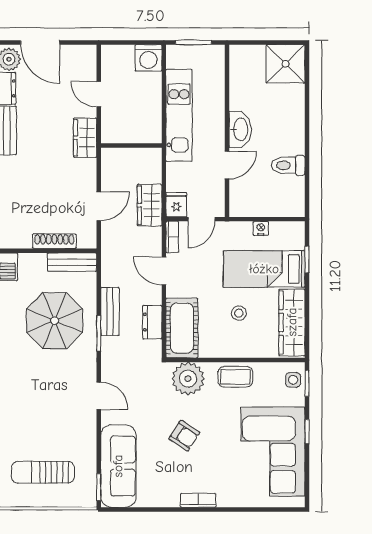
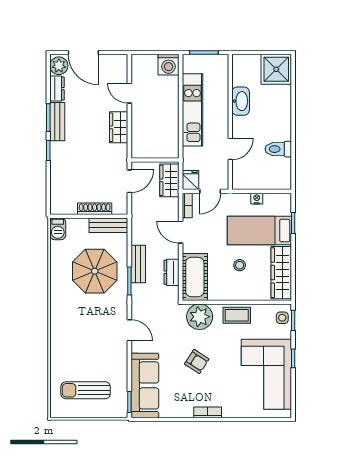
washbasin: (240, 129) -> (241, 101), moved
wall: (131, 146) -> (155, 160), moved

